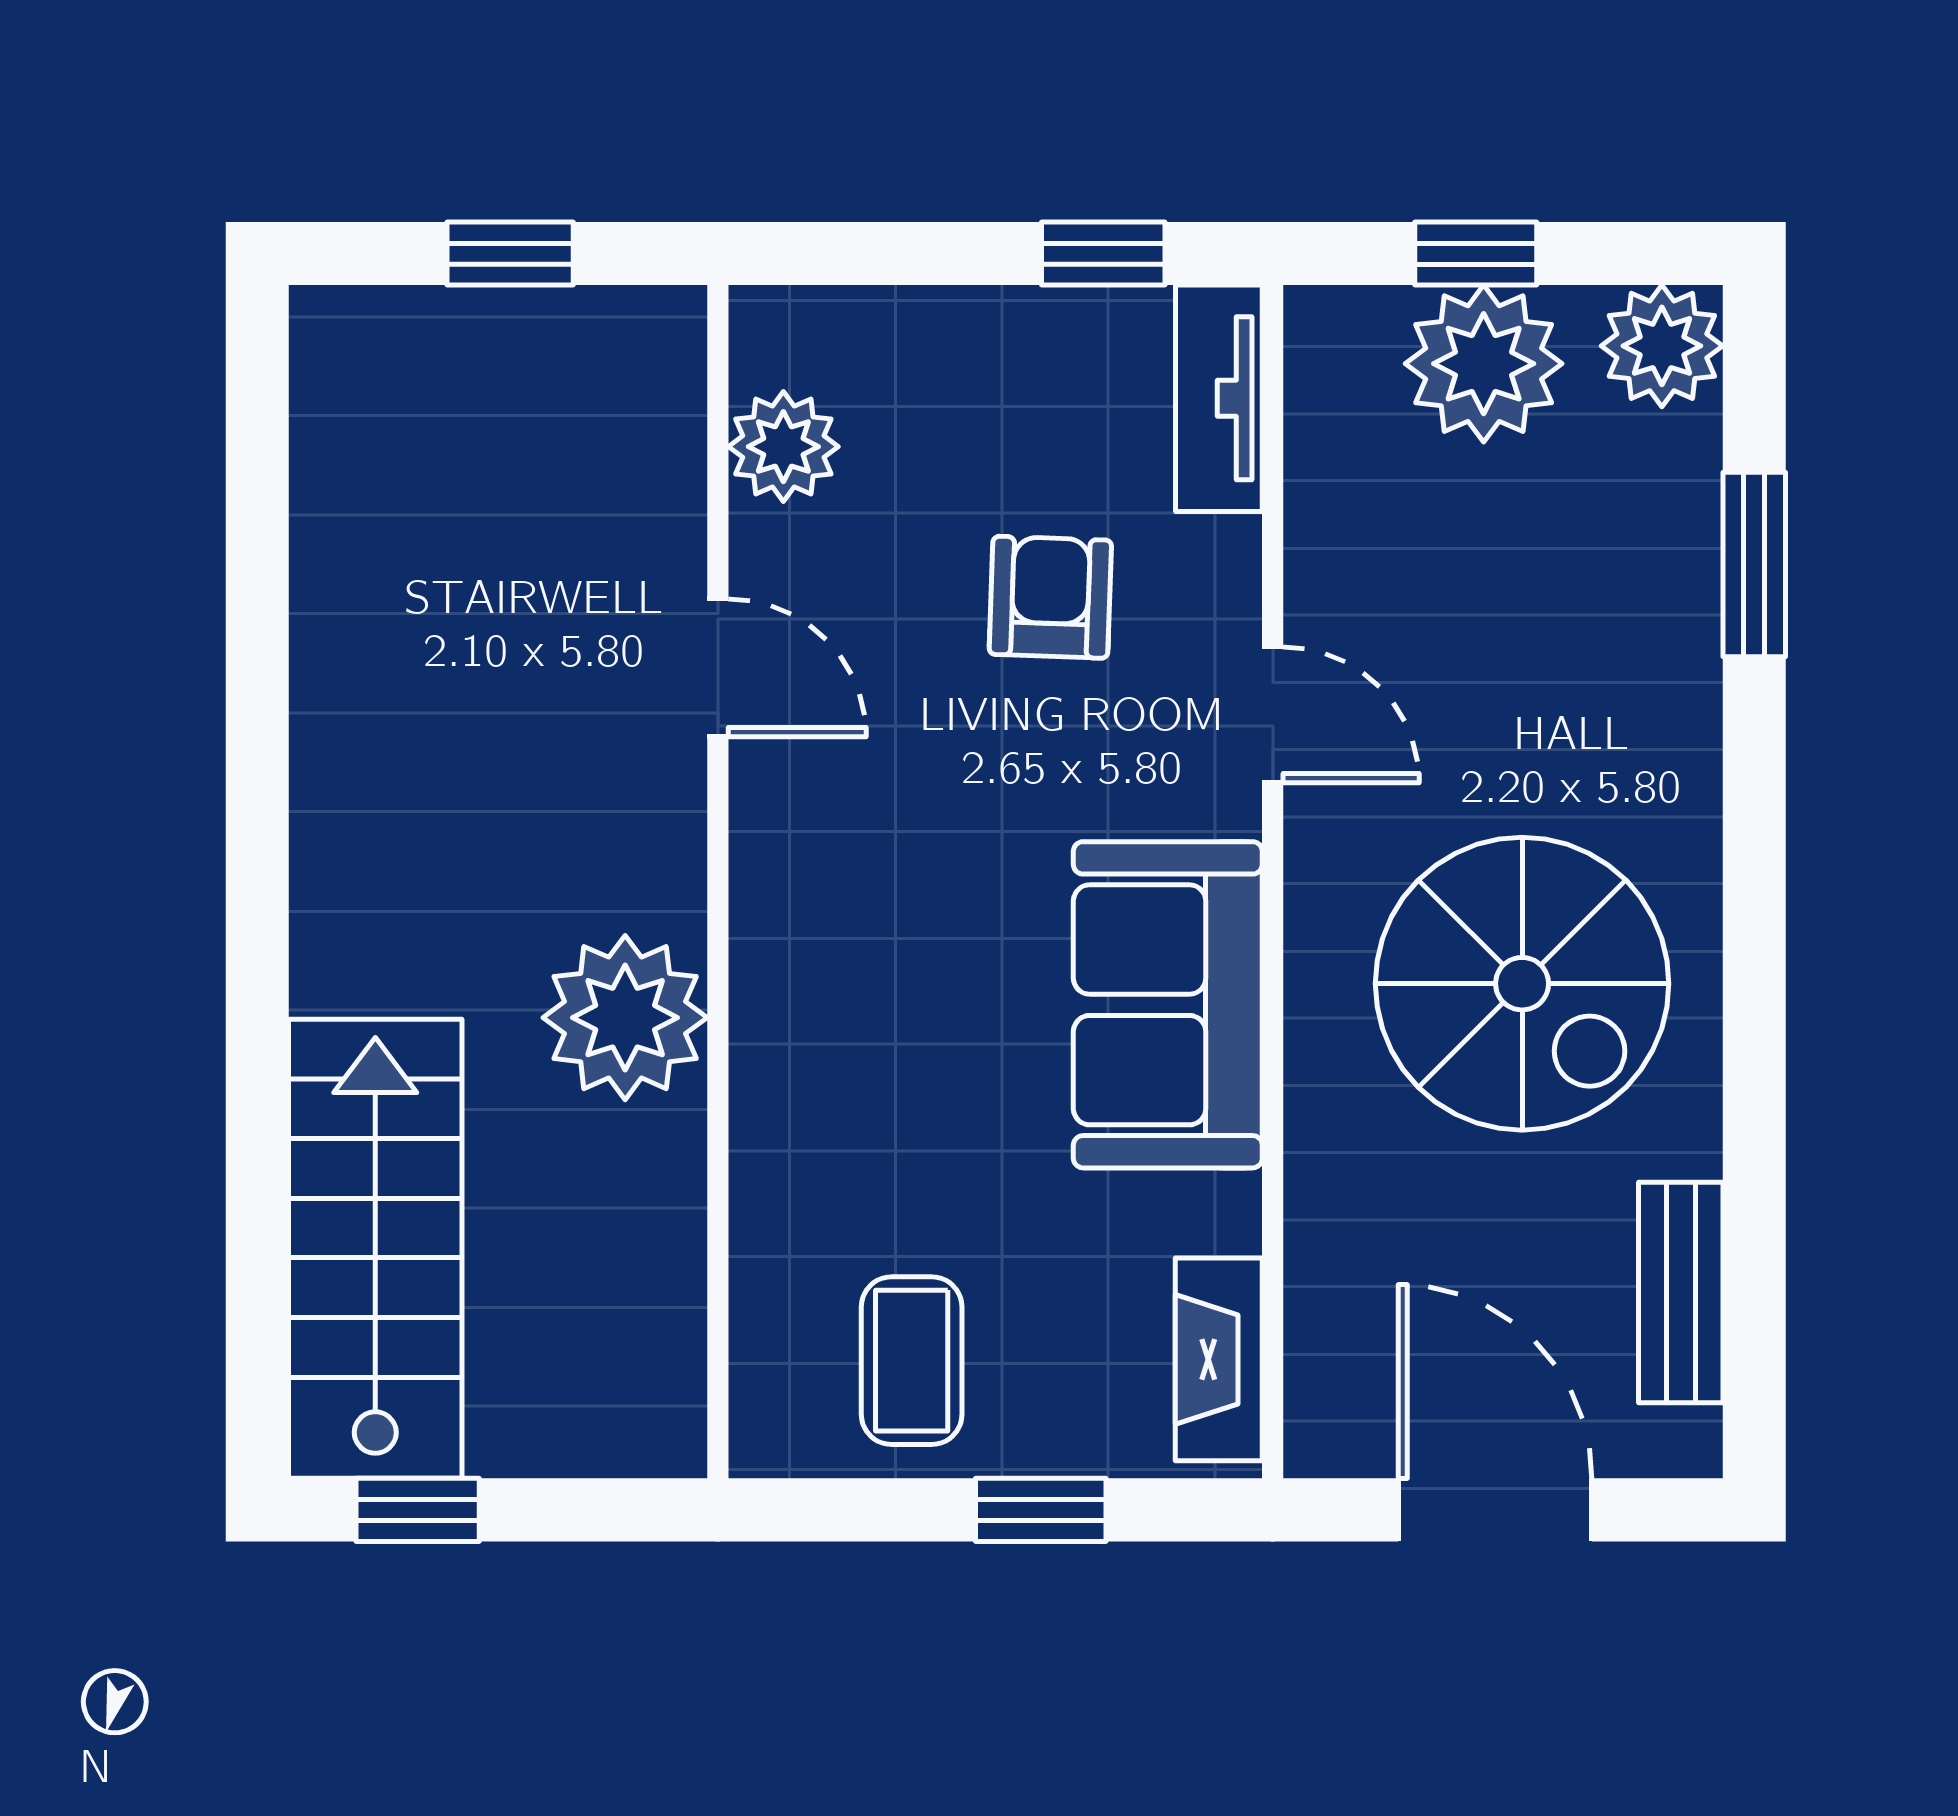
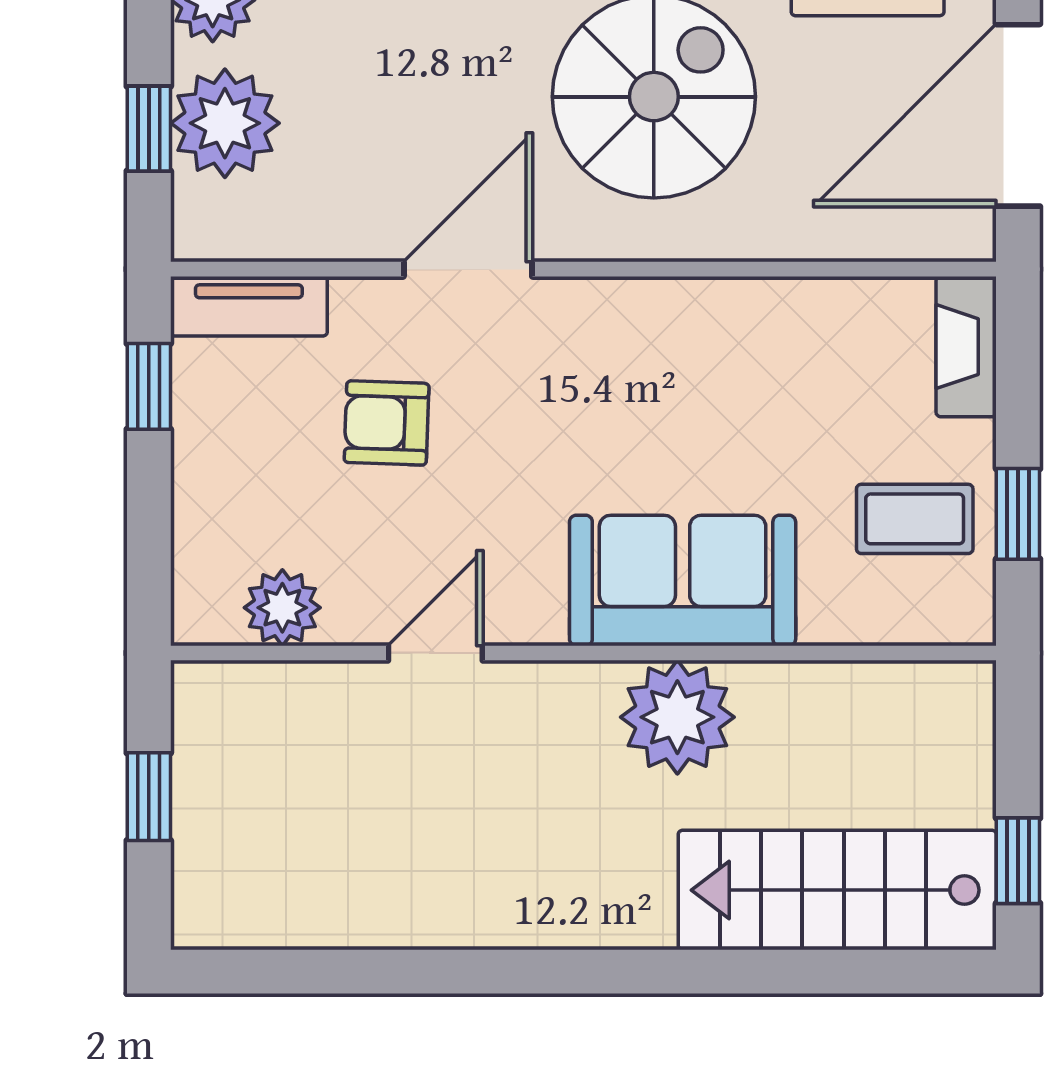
door: (1273, 715) -> (468, 269), width x1.38
sofa: (1168, 1005) -> (683, 580), moved, turned 180
fireplace: (1219, 1359) -> (966, 347), moved, turned 90
window: (1041, 1510) -> (1018, 514), moved
door: (1495, 1510) -> (1018, 115), width x1.36

